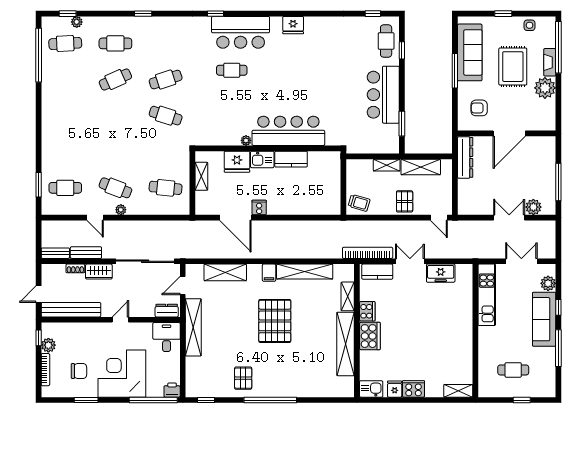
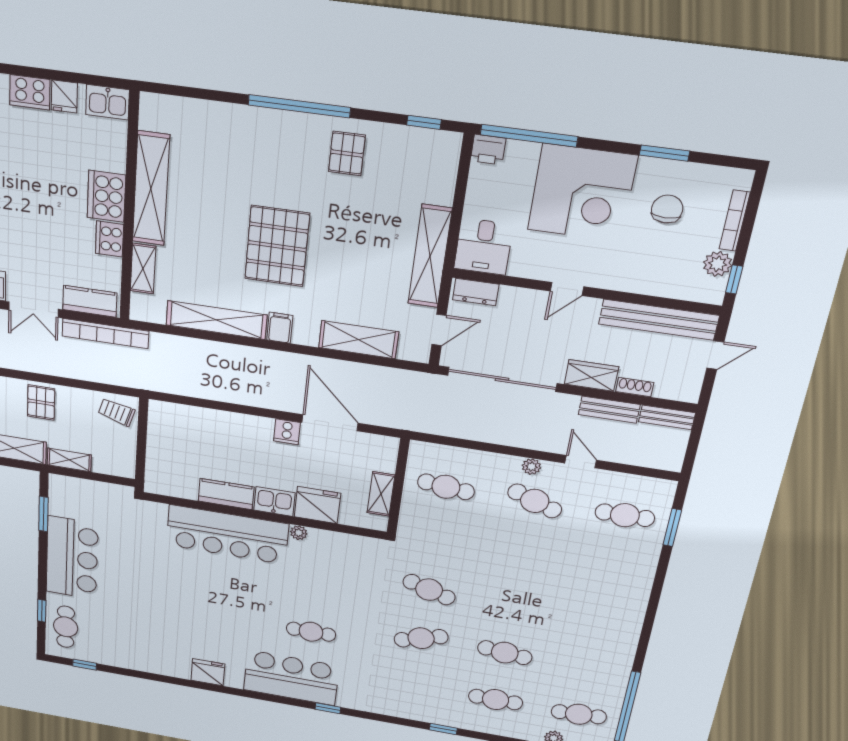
cafe table: (115, 80) -> (505, 653), turned 30
chair: (79, 371) -> (667, 209), turned 90

